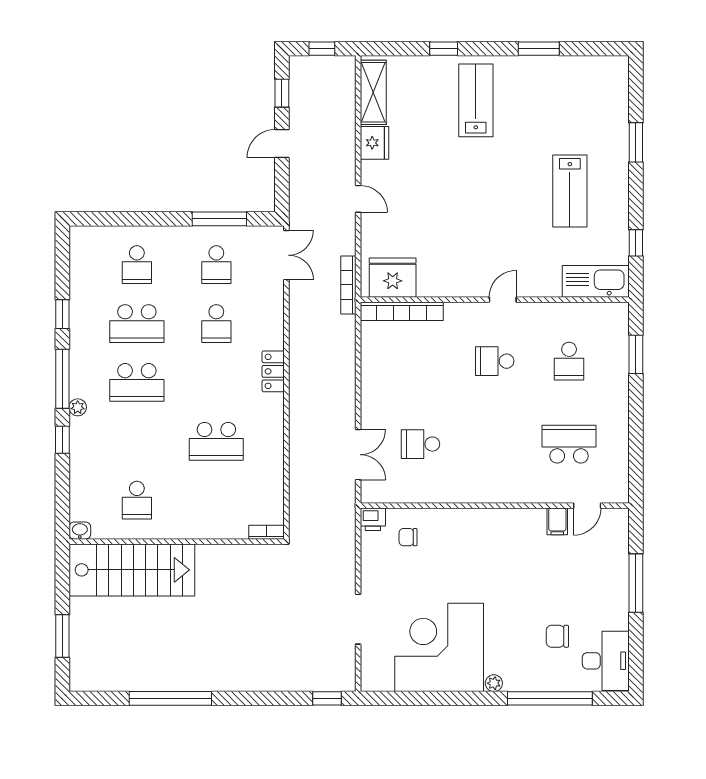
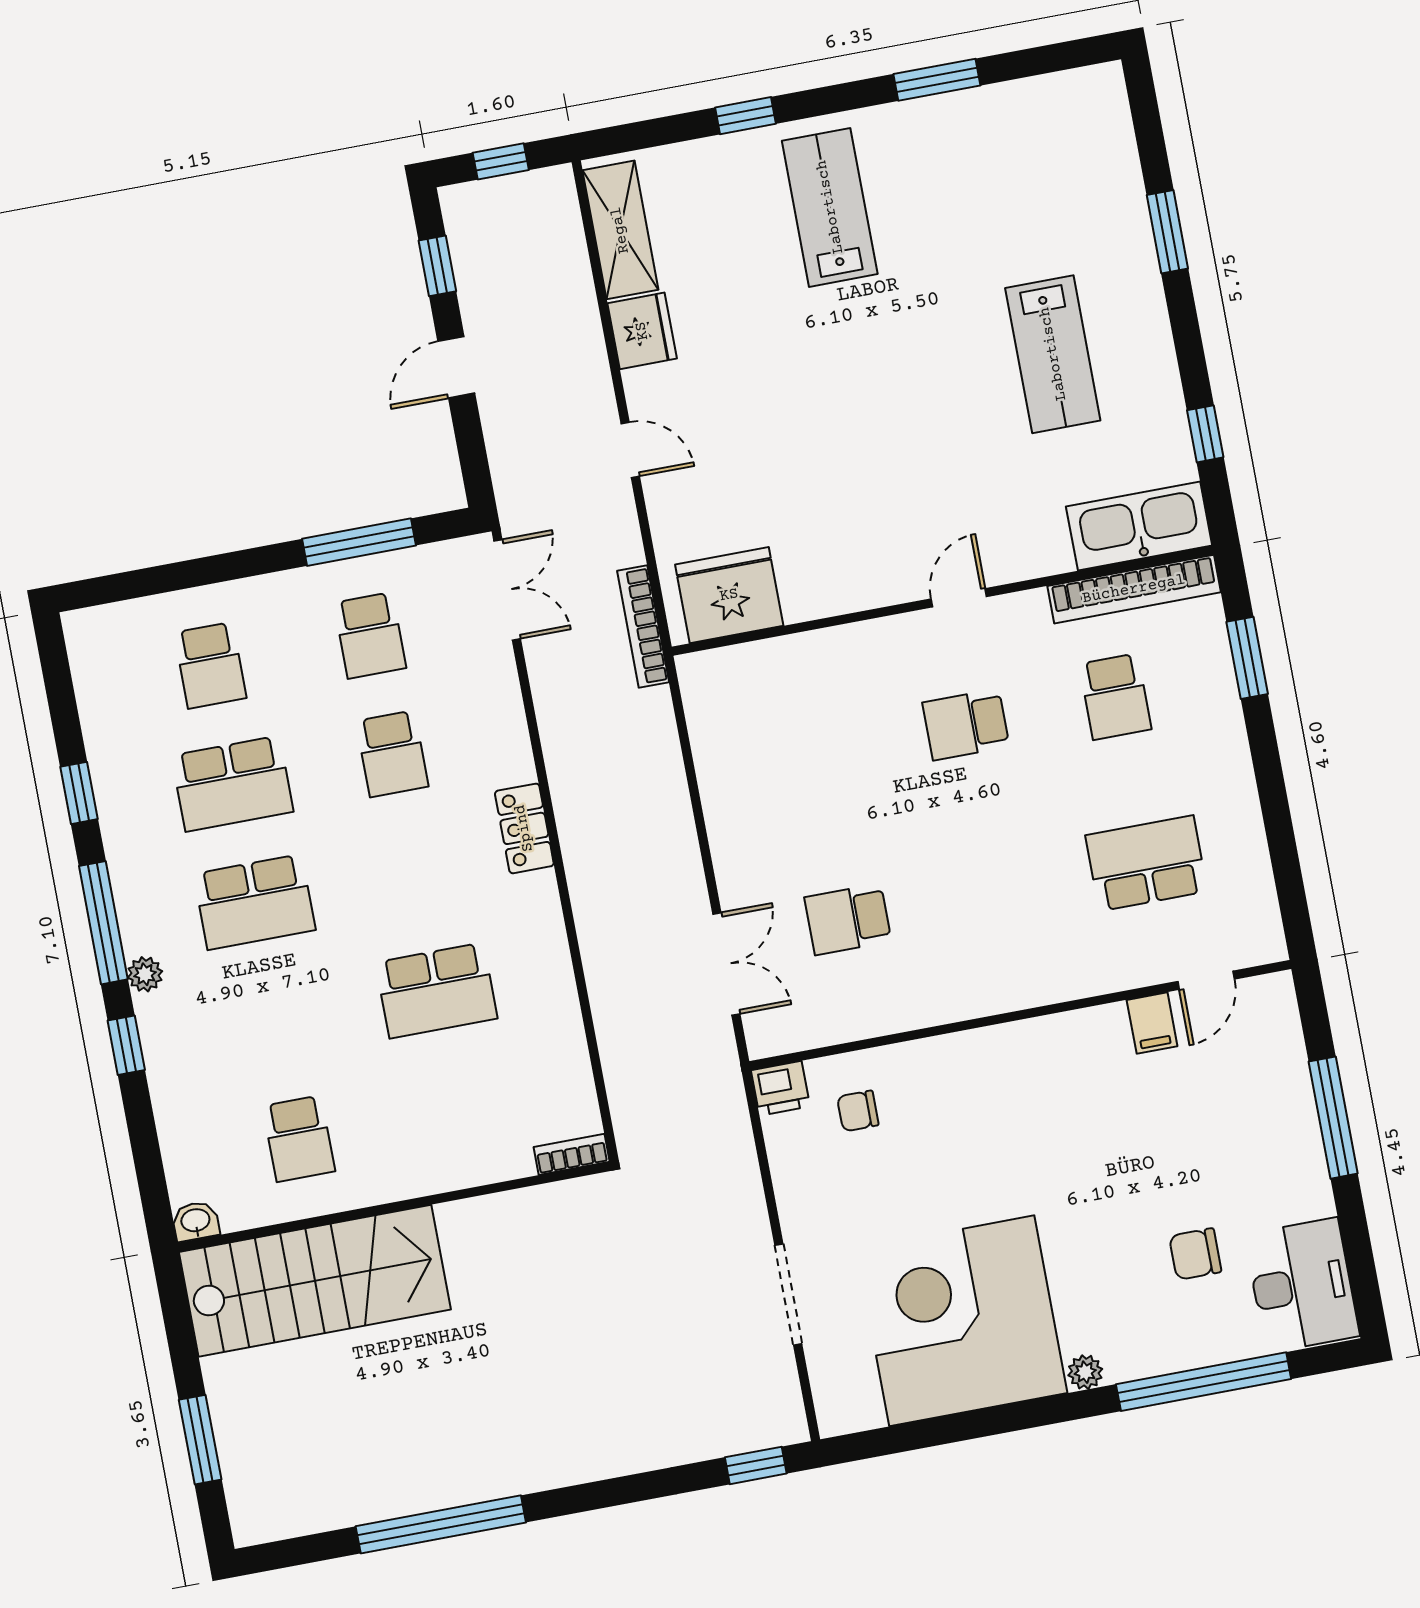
bookcase: (402, 311) -> (1134, 589), moved

